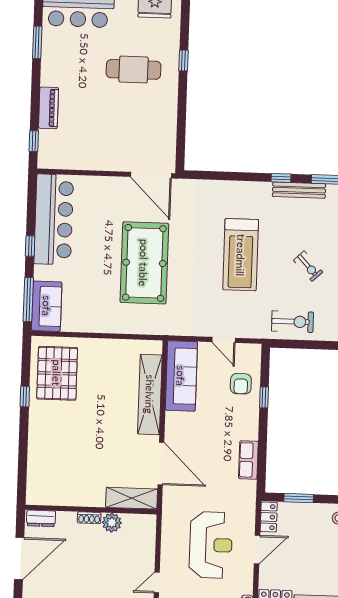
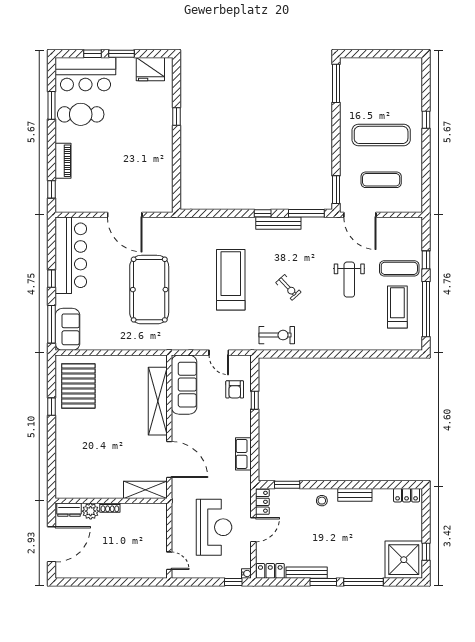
cafe table: (134, 69) -> (81, 114), moved
door: (151, 175) -> (125, 215), moved
treadmill: (241, 255) -> (231, 280), turned 180
plant: (112, 523) -> (91, 511), moved
door: (157, 583) -> (169, 561), swing flipped

